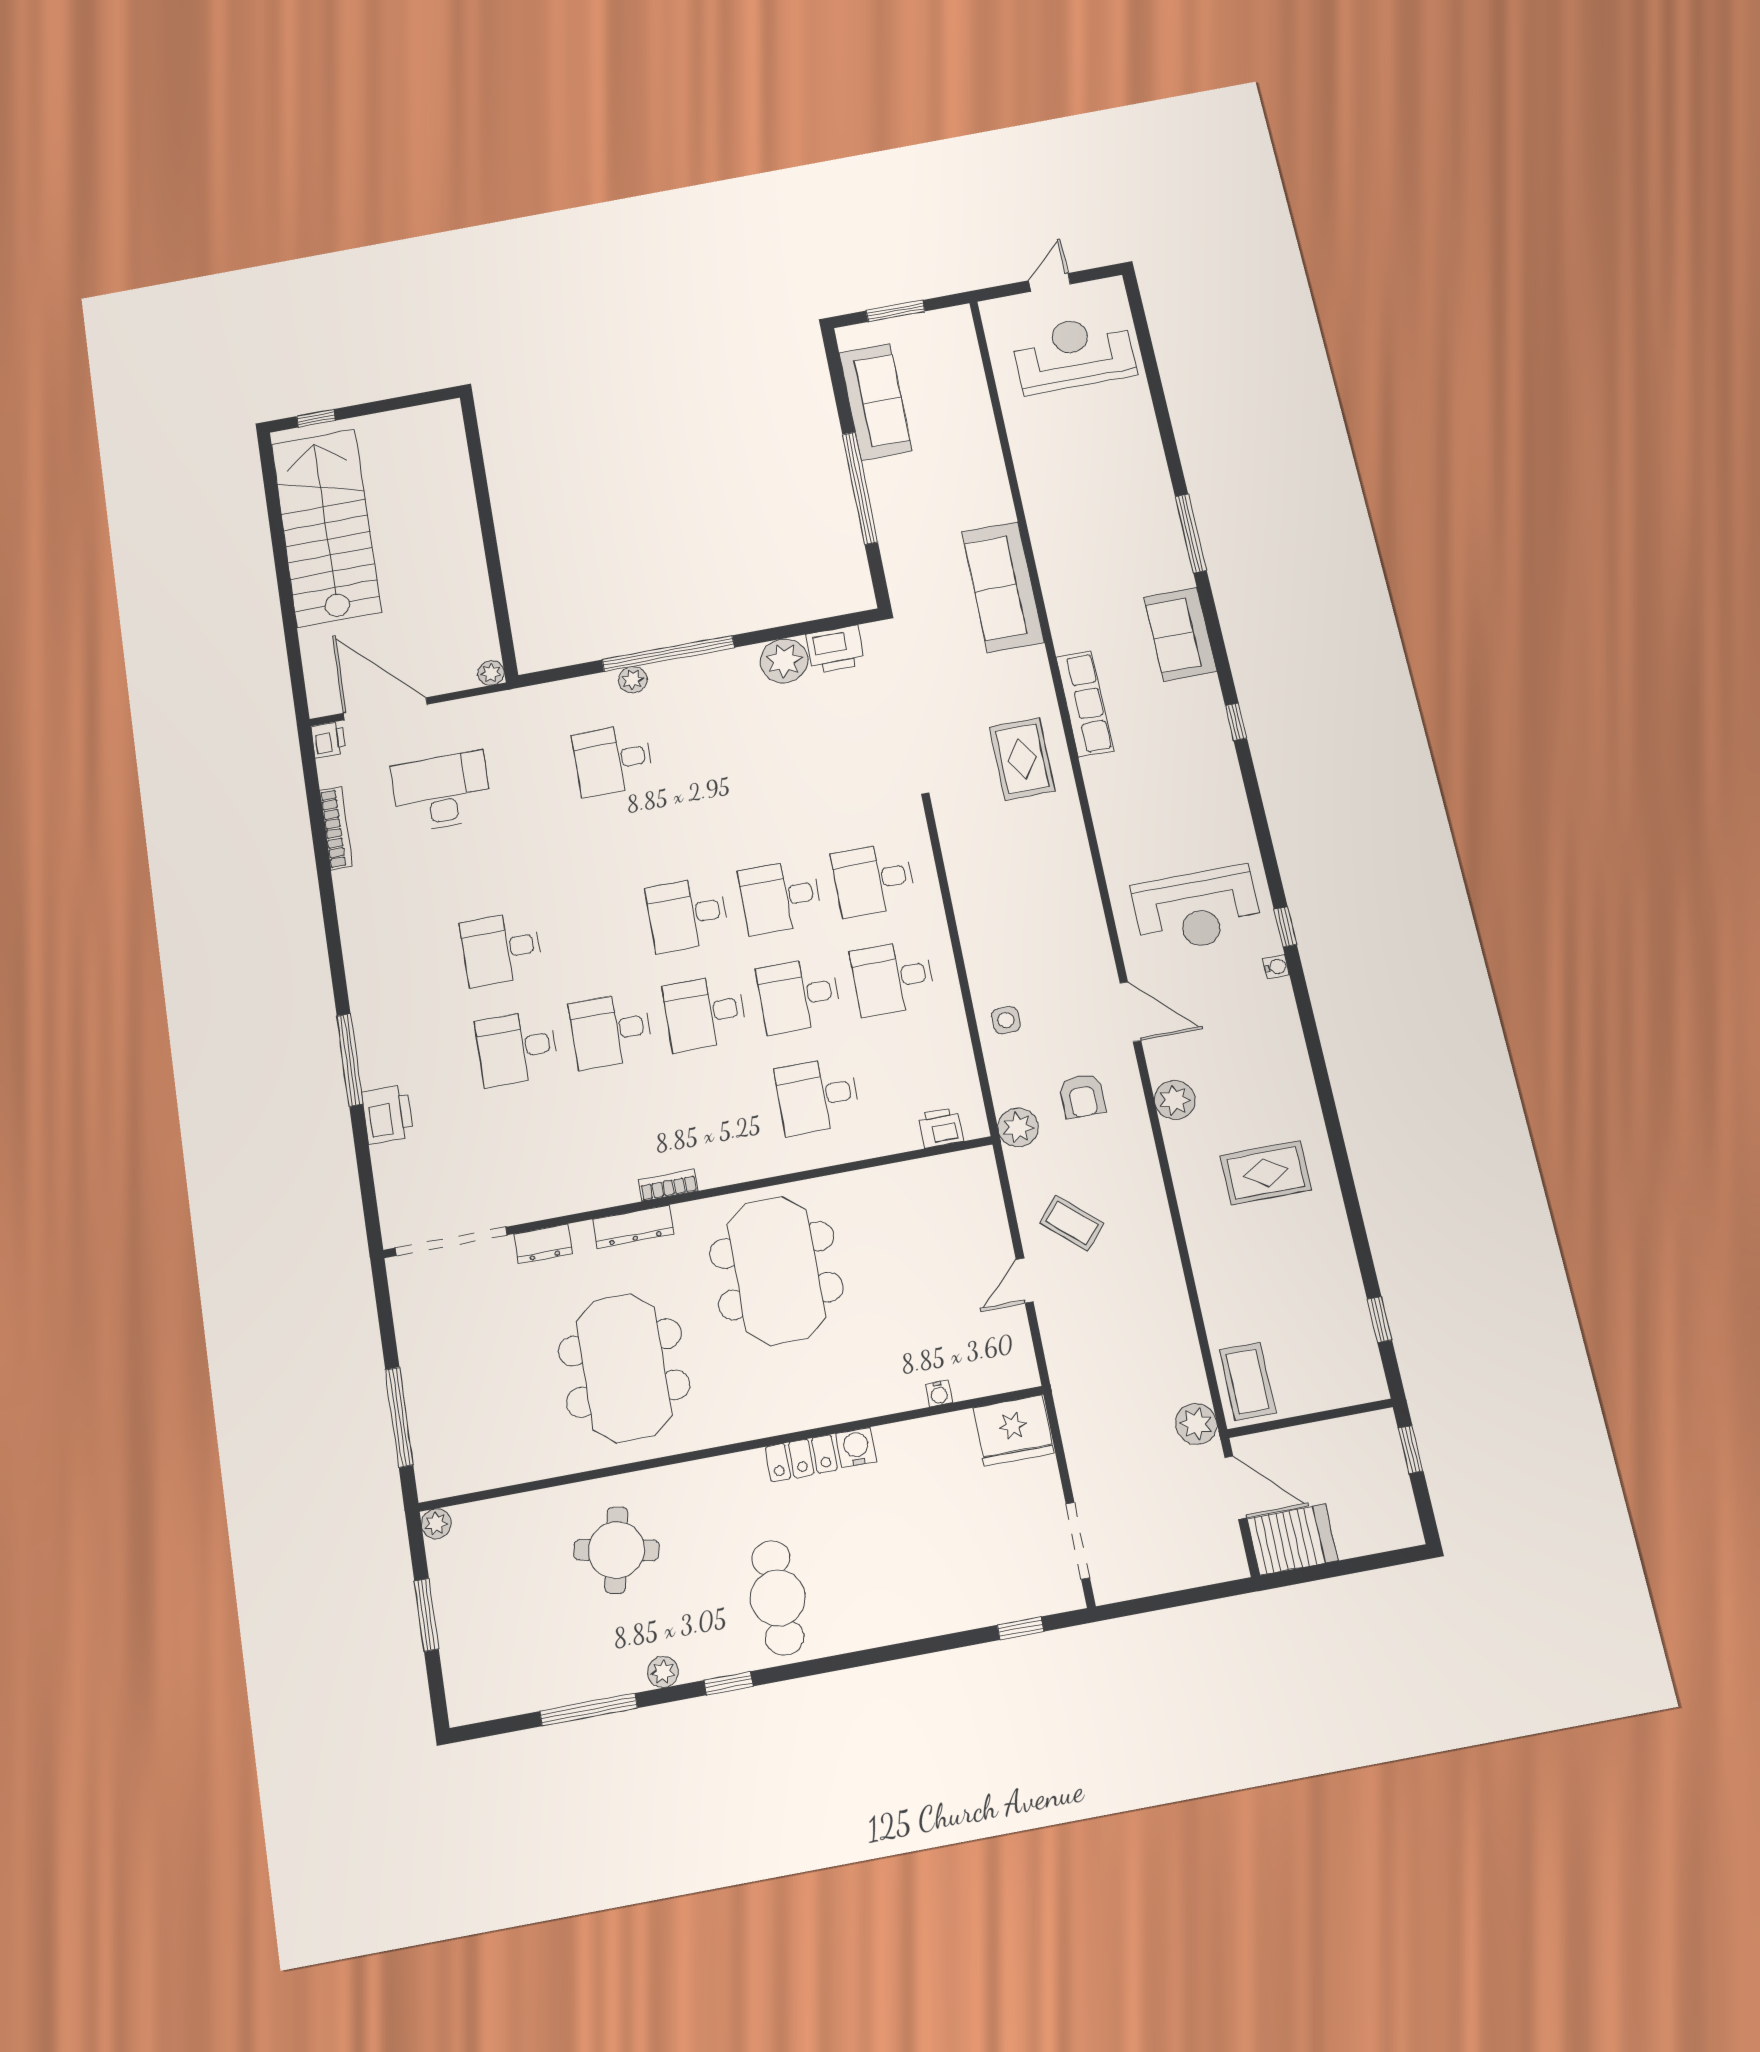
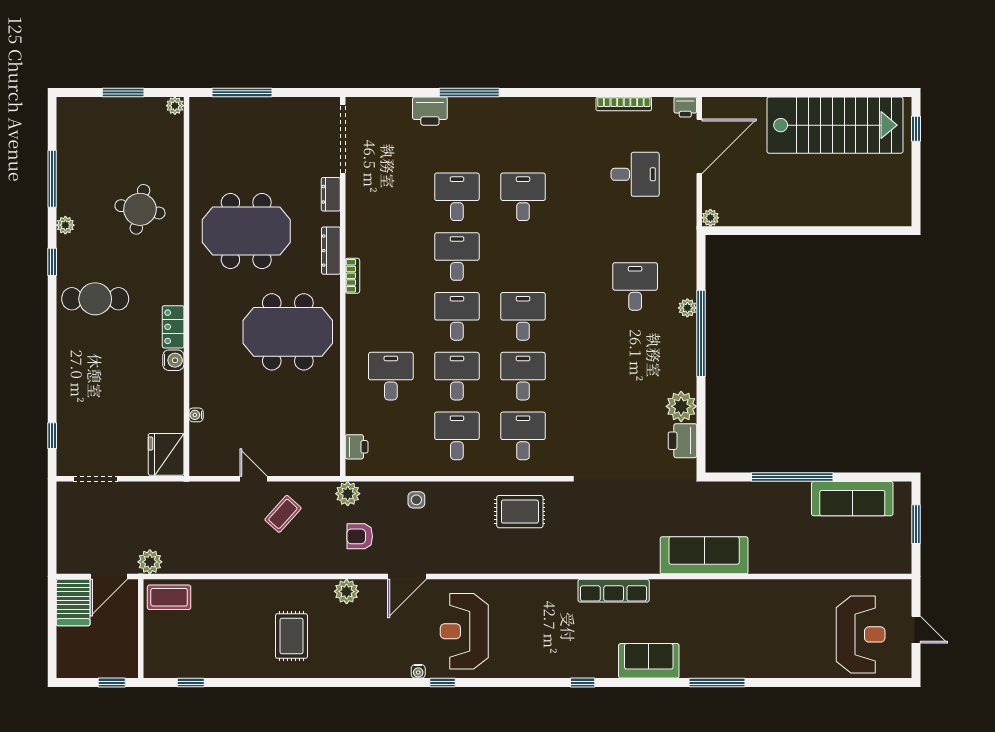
rug: (1022, 759) -> (520, 512), moved
desk: (441, 792) -> (635, 174), width x0.73

